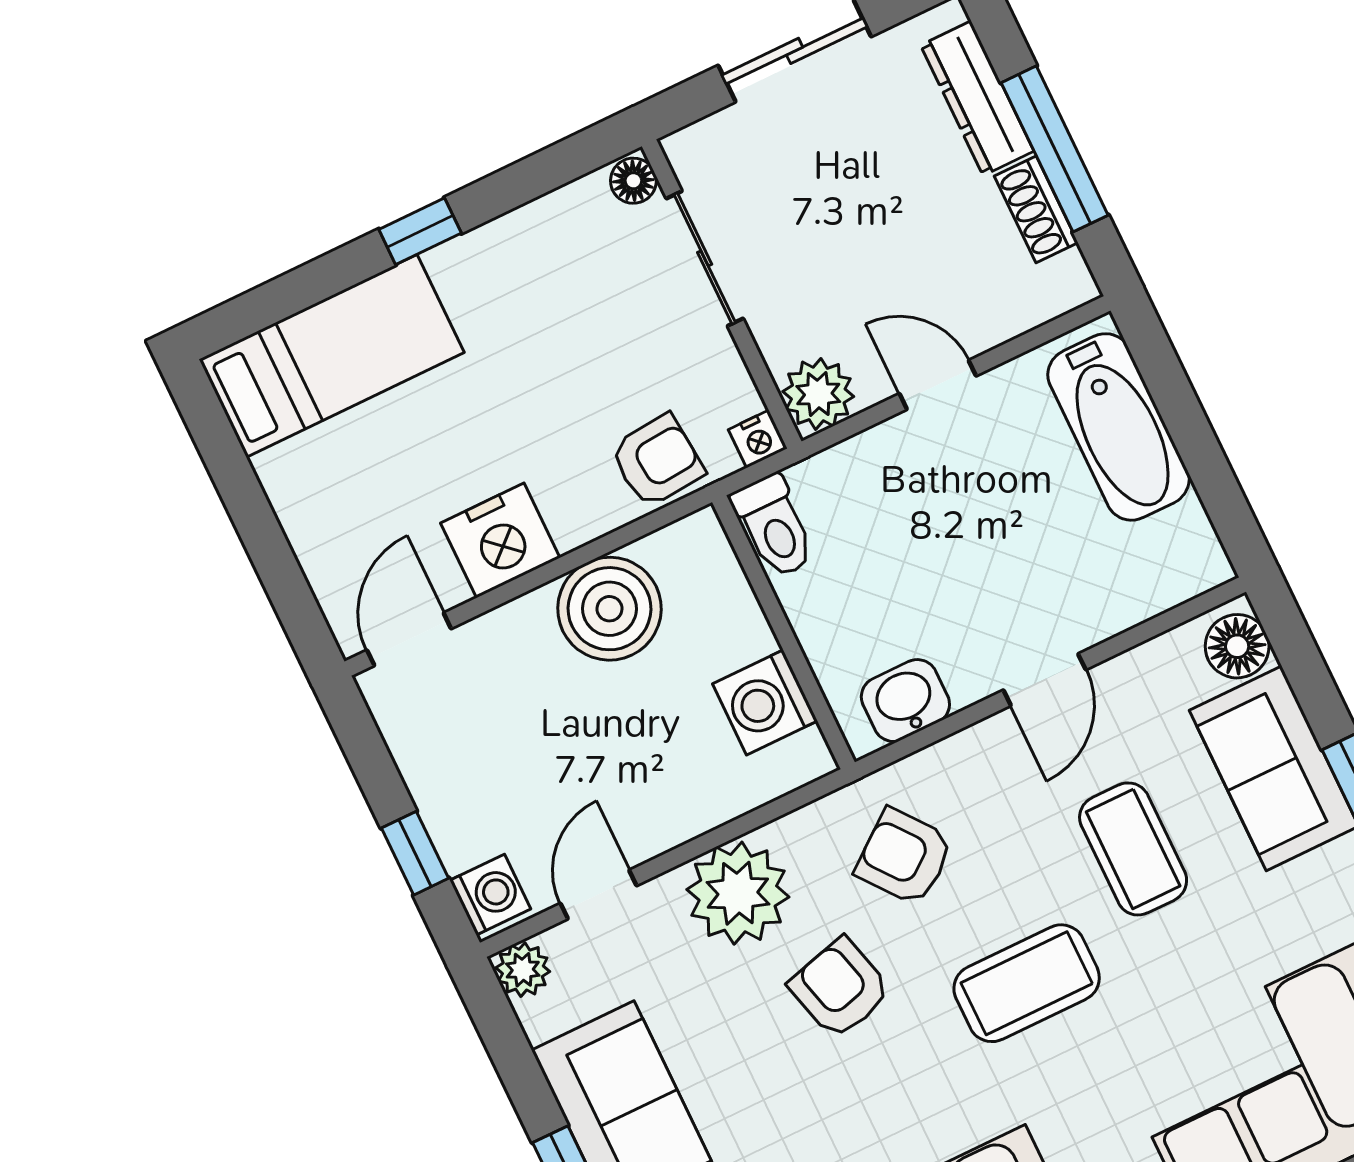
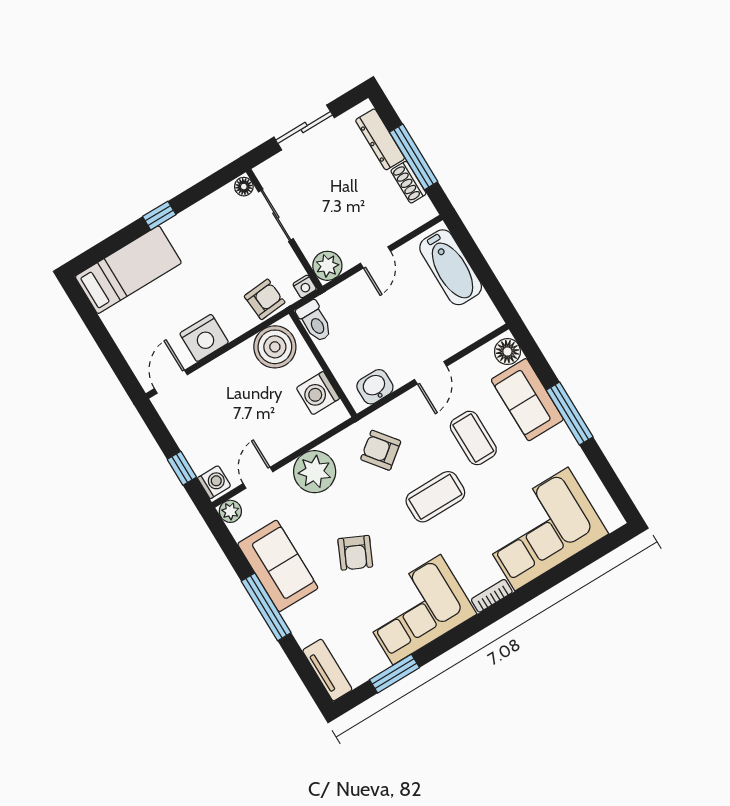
door: (938, 385) -> (376, 257), swing flipped
boiler: (610, 609) -> (275, 347), moved
armchair: (840, 988) -> (355, 553), moved, turned -140

